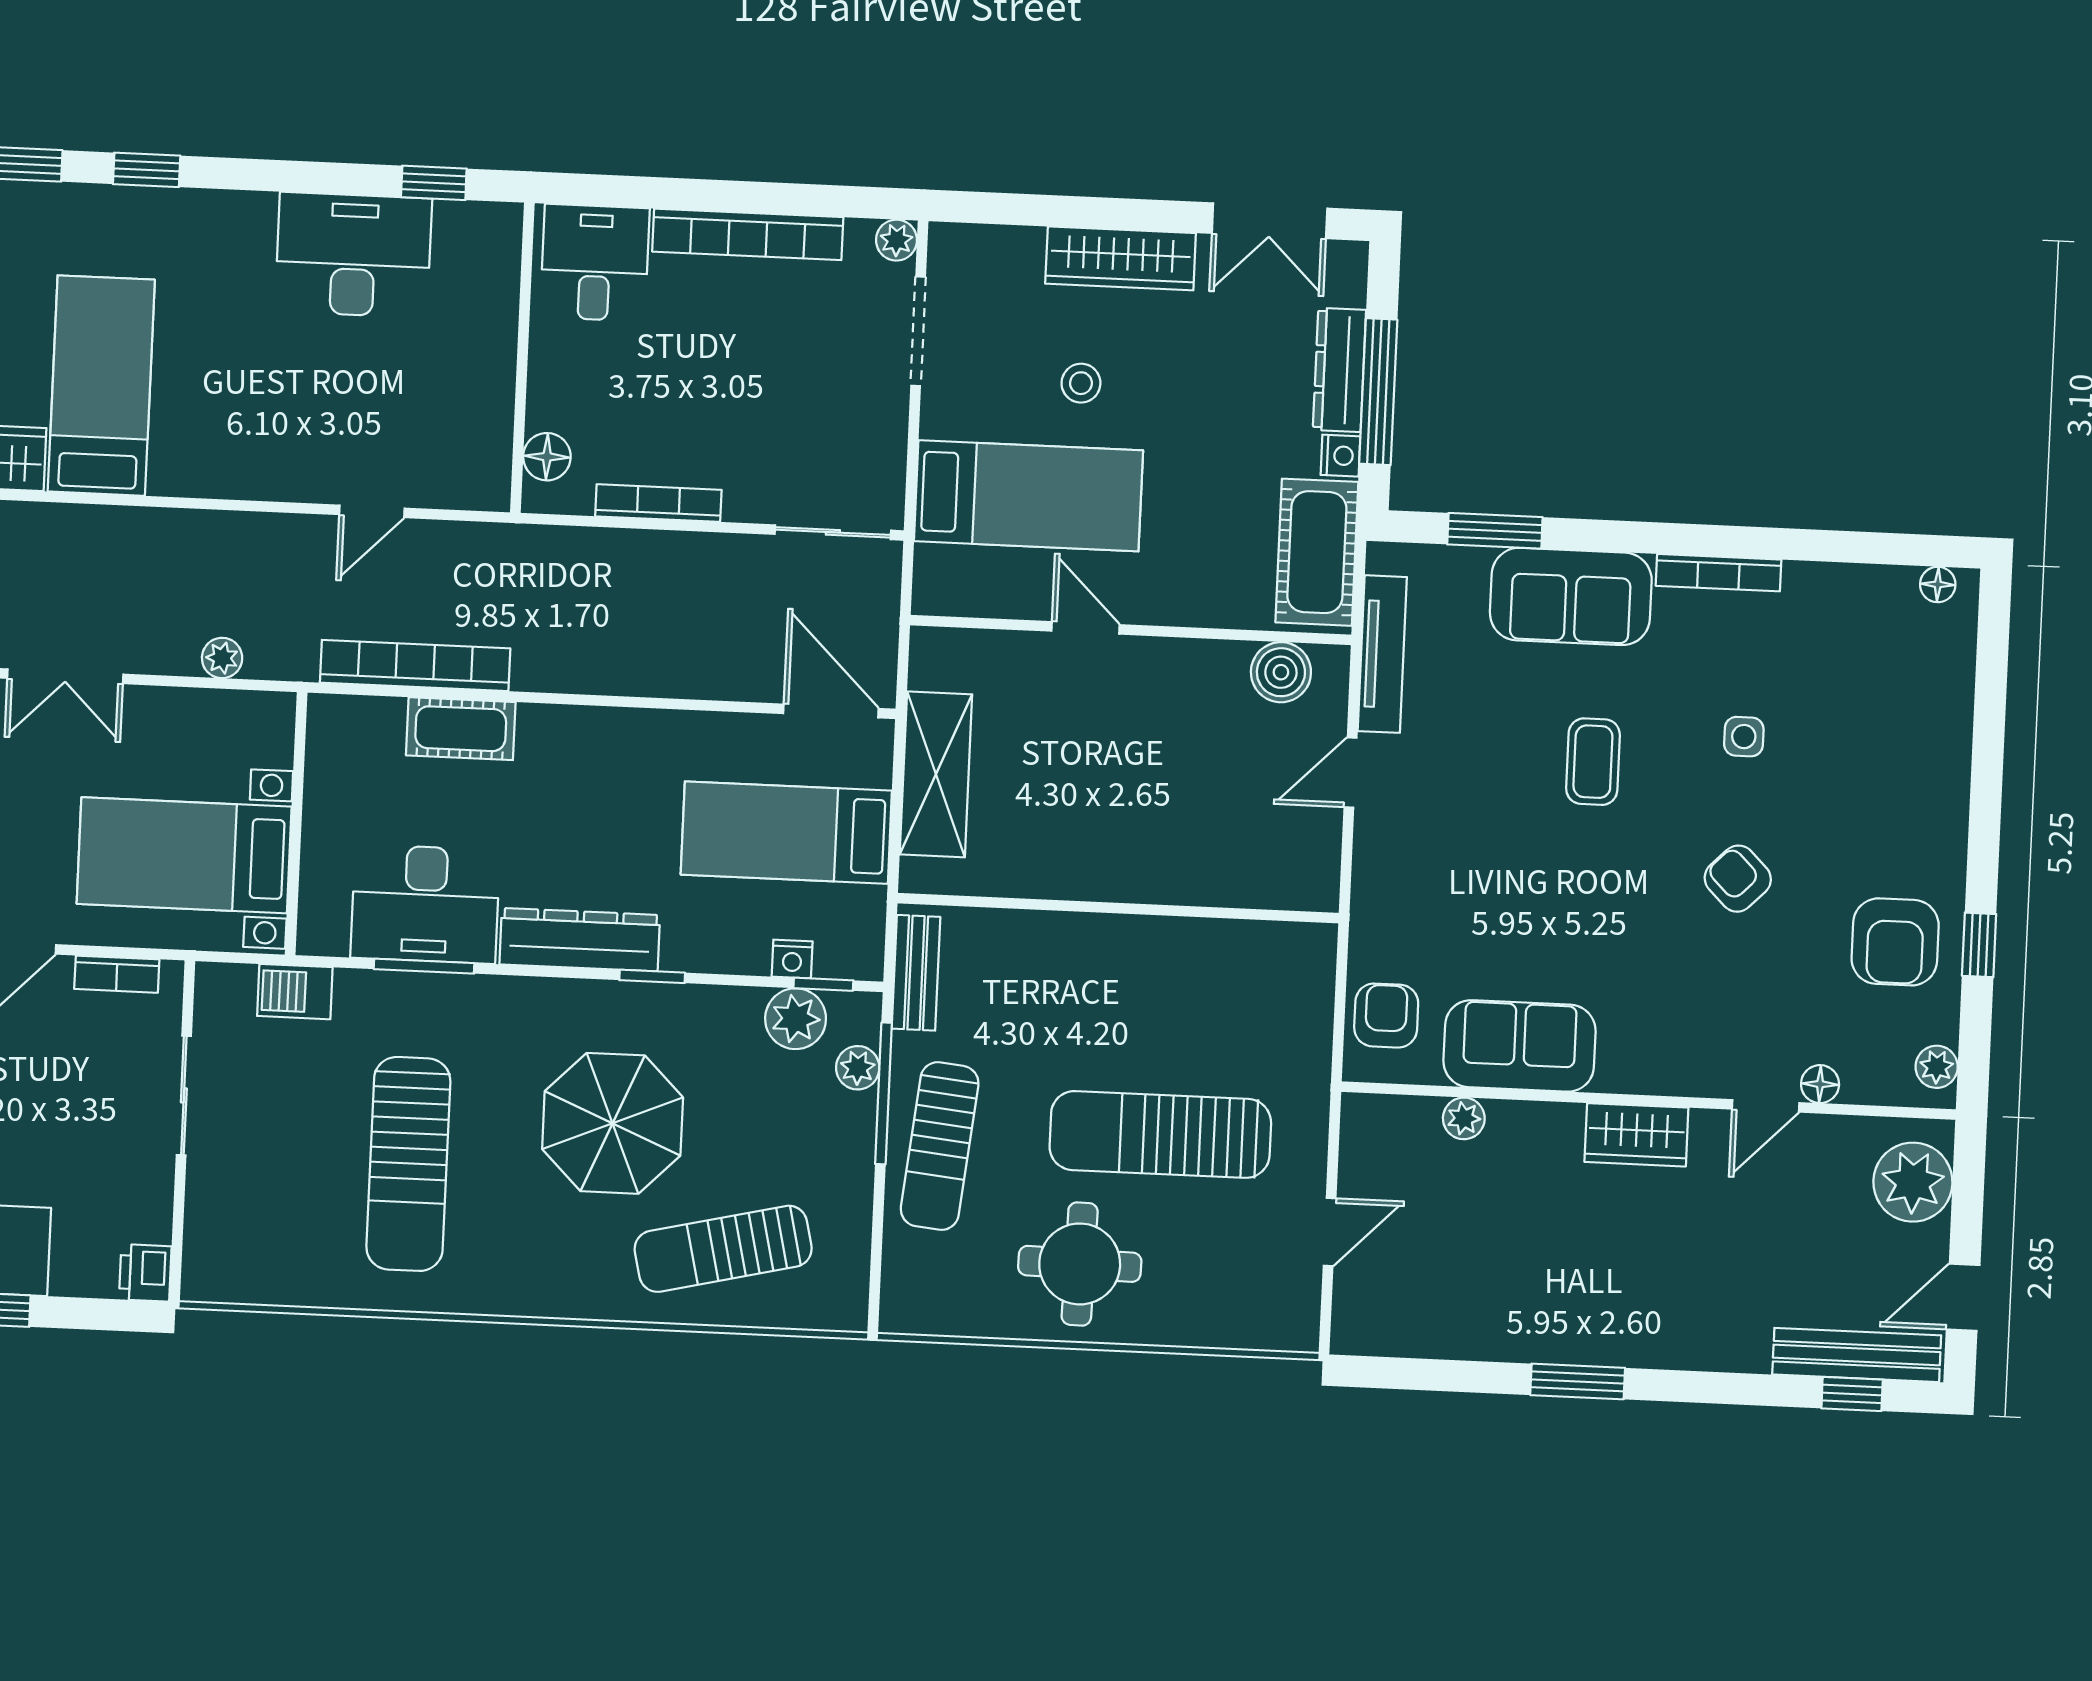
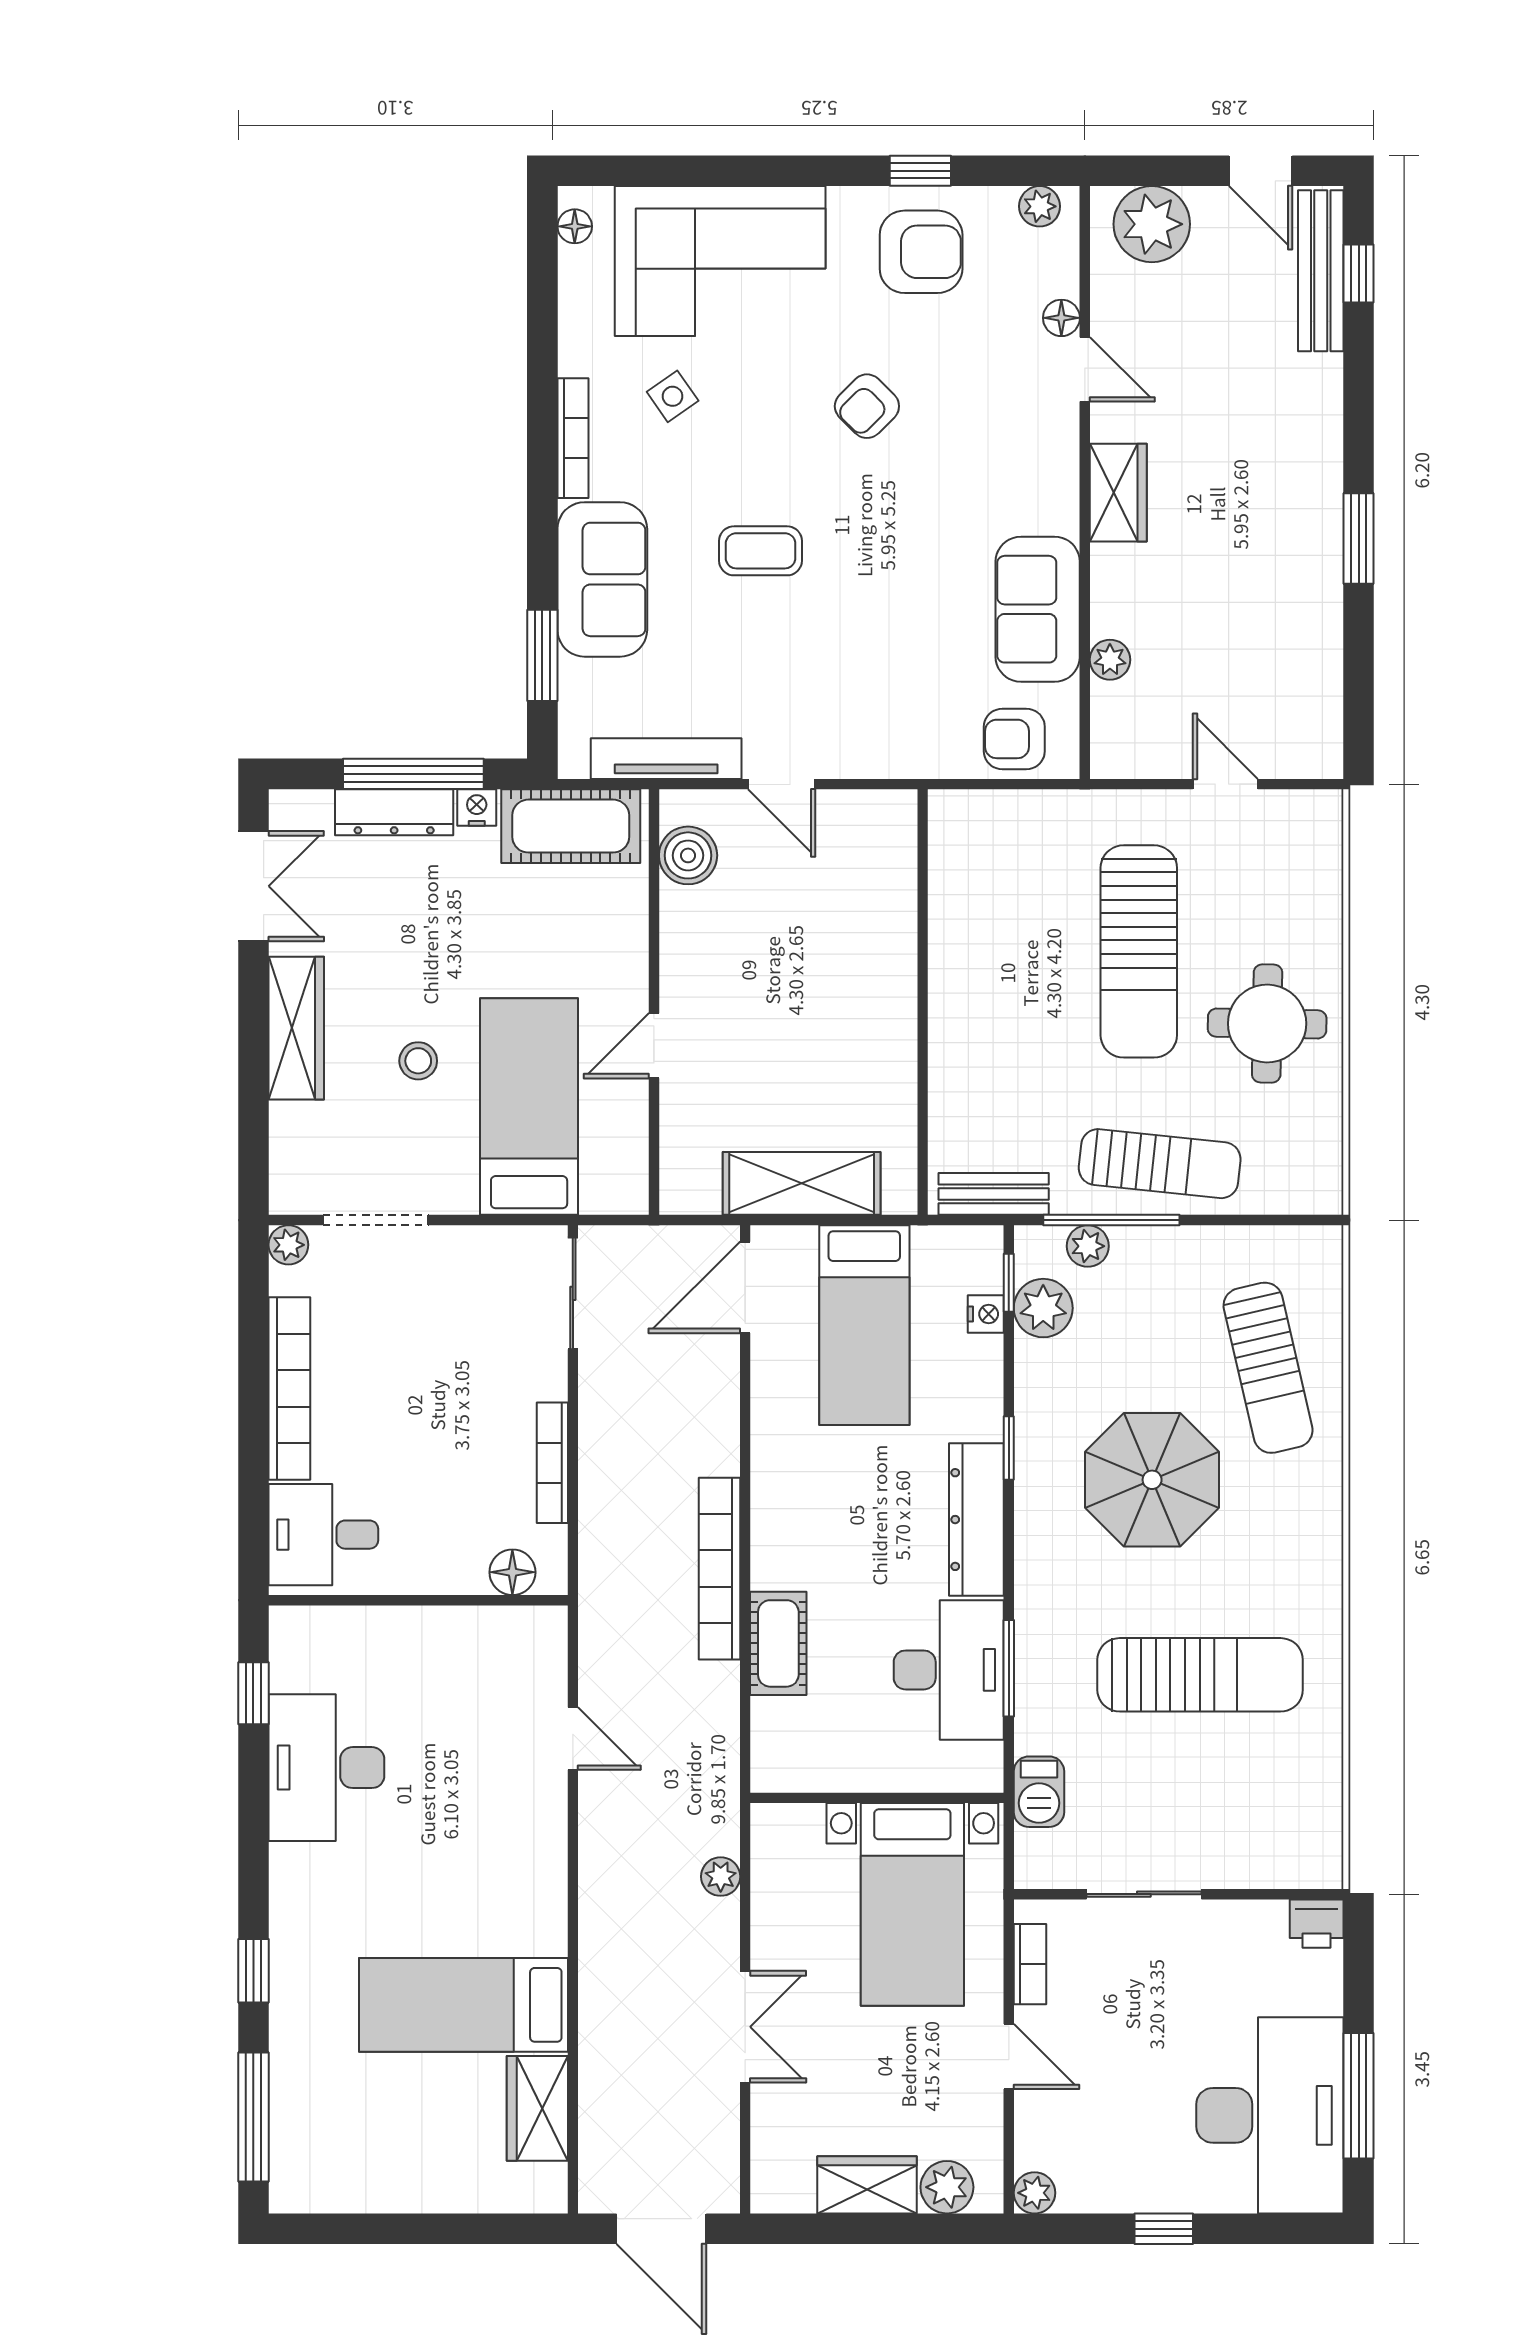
bookcase: (415, 665) -> (719, 1569), moved
corner sofa: (1895, 733) -> (720, 261), added
side table: (1744, 737) -> (673, 396), moved, turned -35

